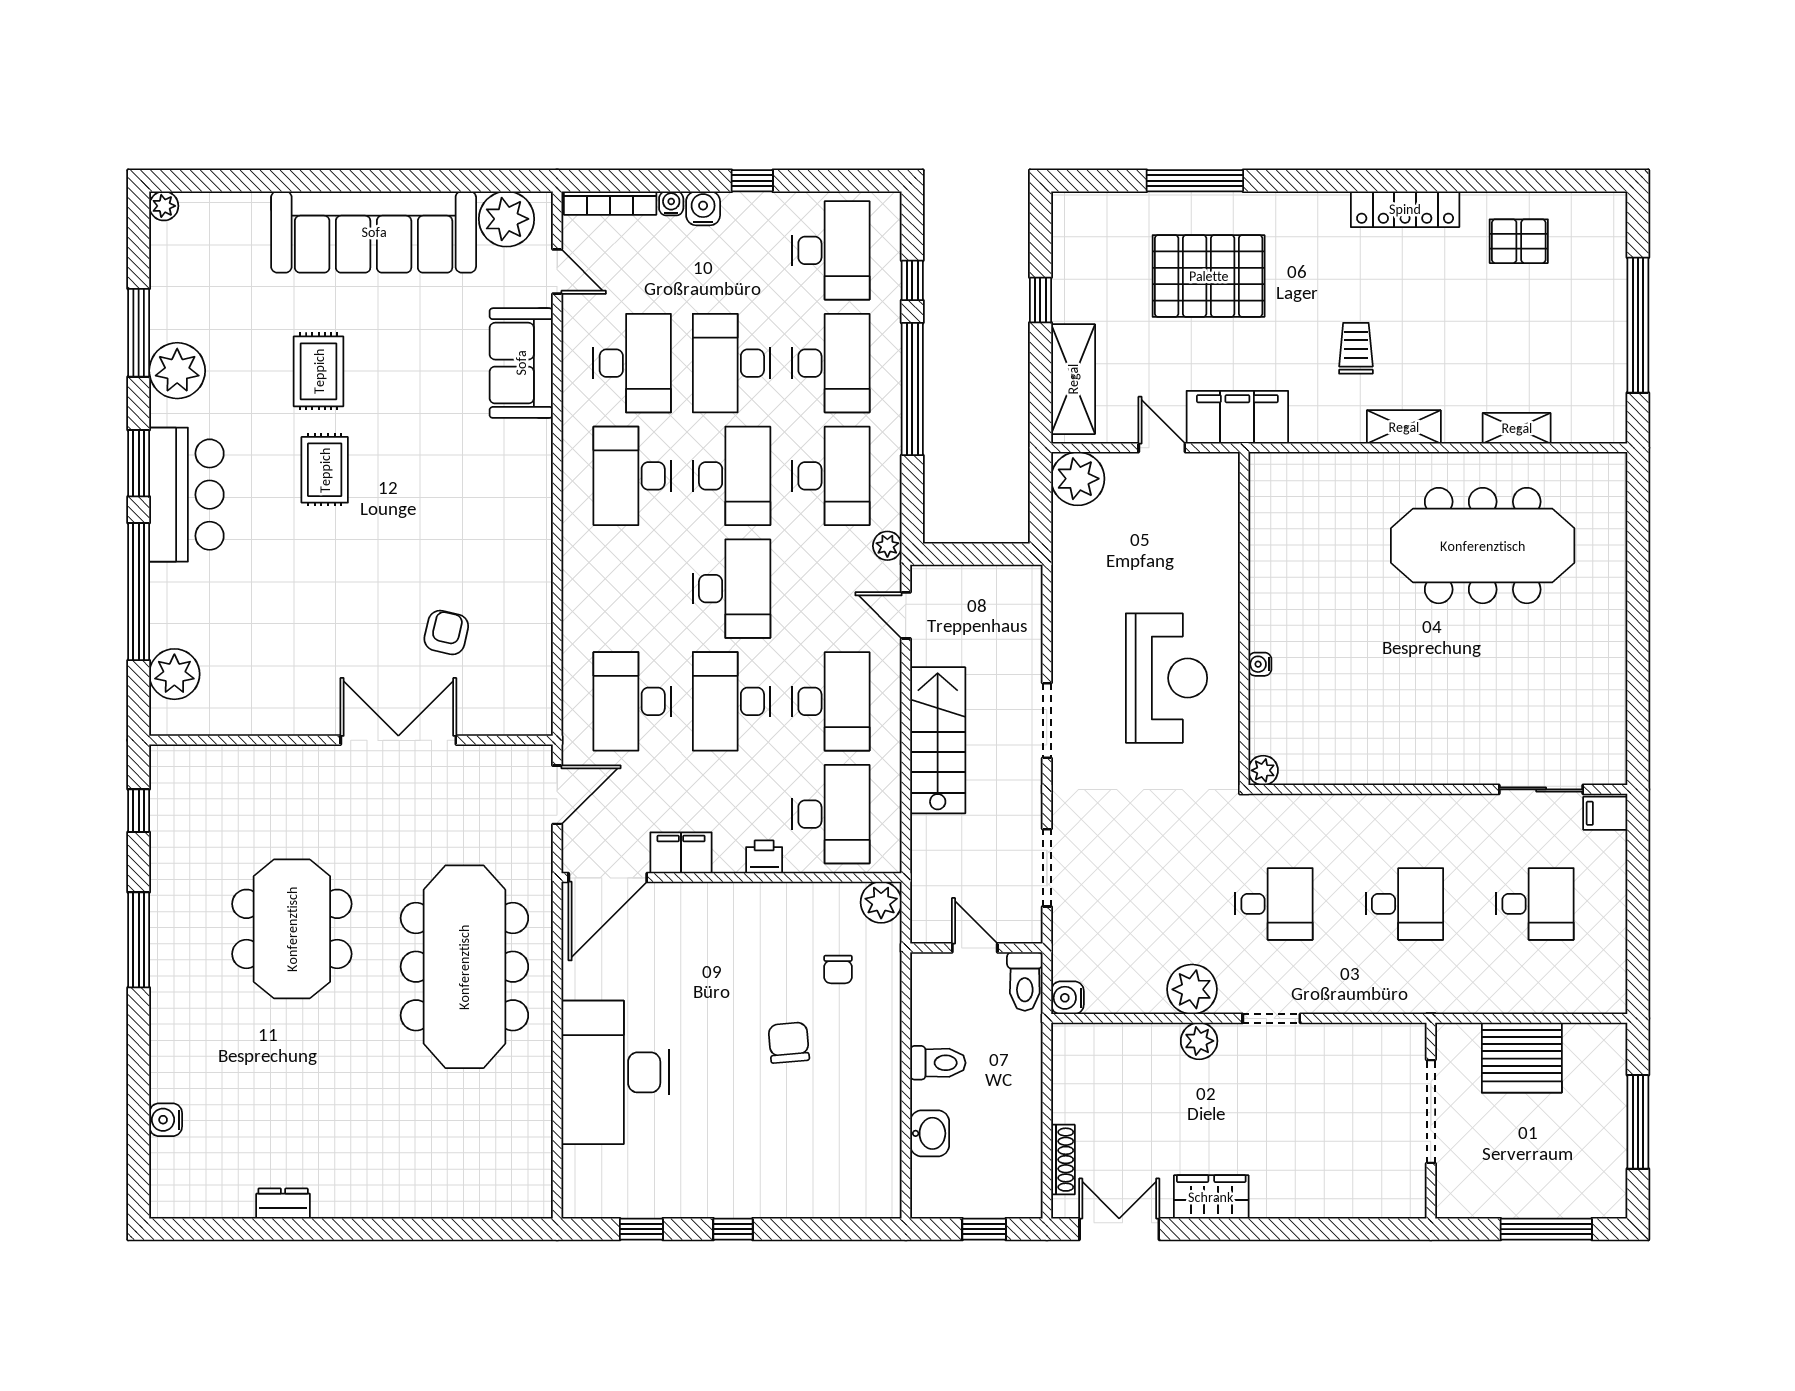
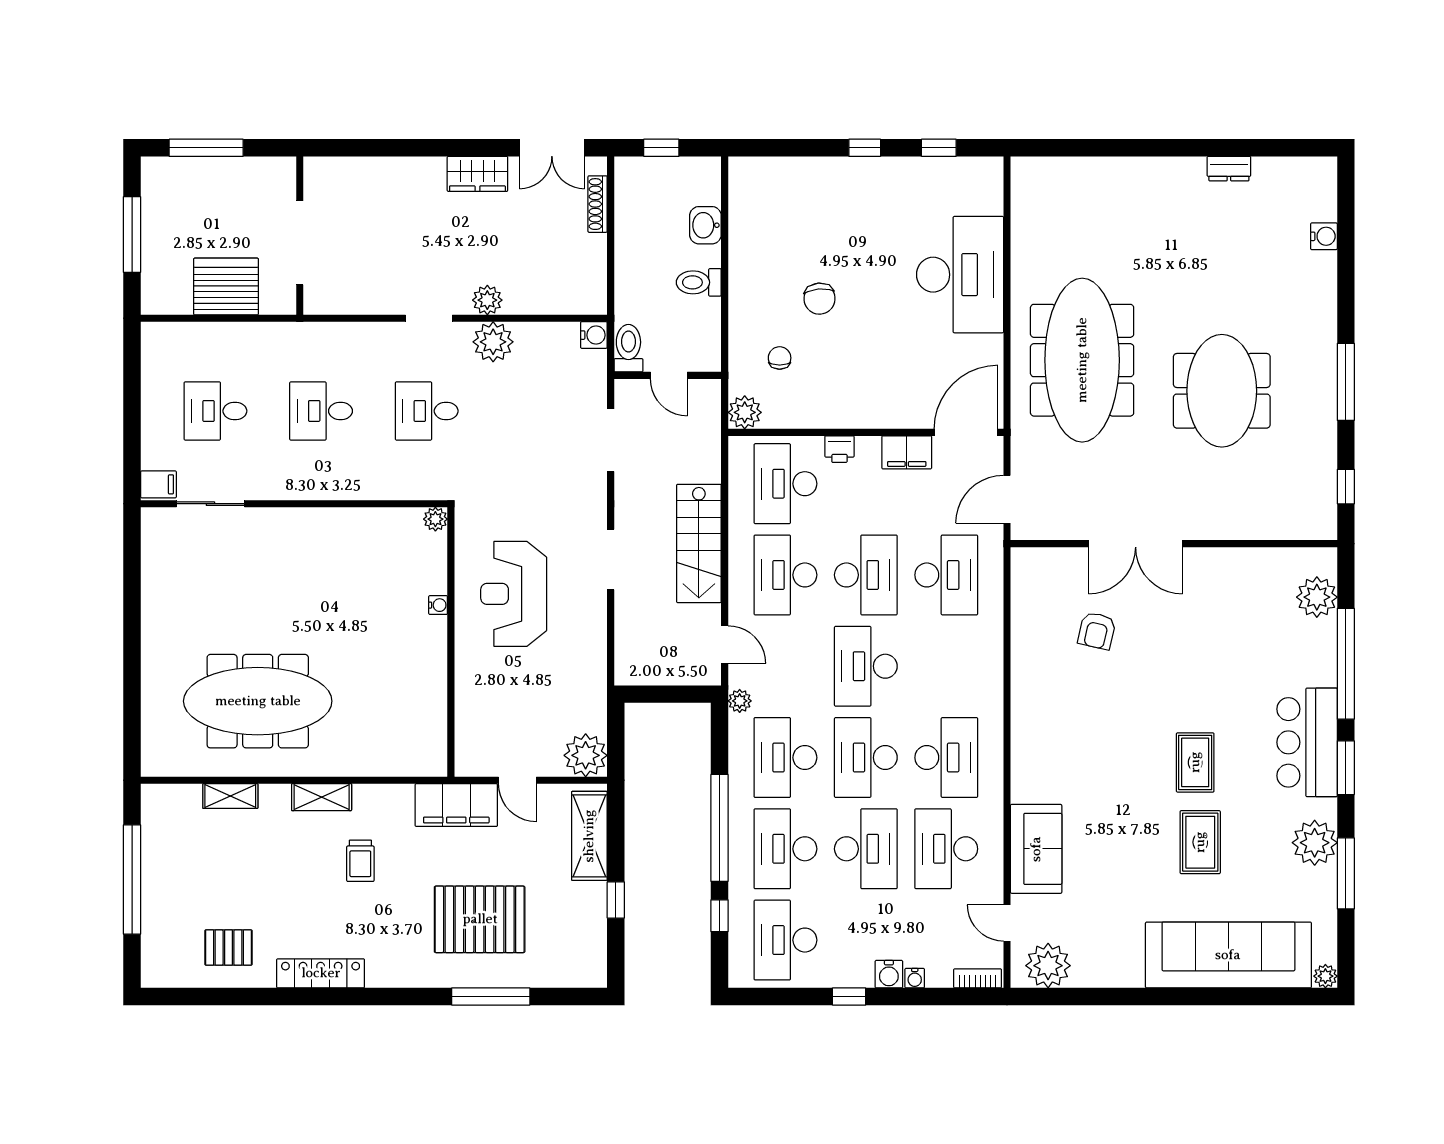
bookcase: (610, 203) -> (978, 978), width x0.64
sofa: (374, 232) -> (1228, 955), moved

